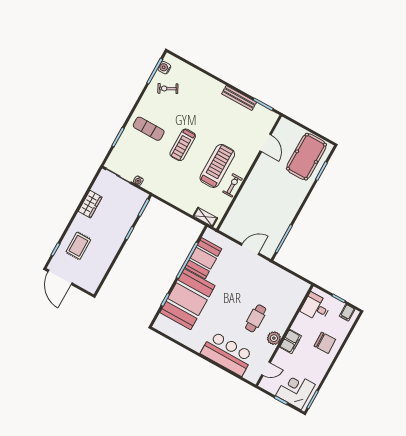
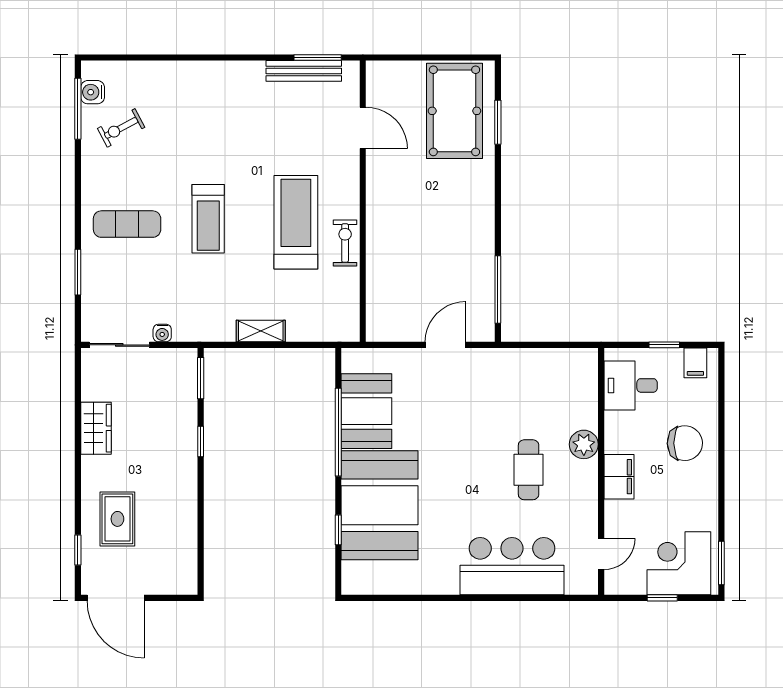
bench: (239, 98) -> (304, 71), moved
shelving: (205, 217) -> (261, 331), moved
plant: (274, 338) -> (584, 444), moved

